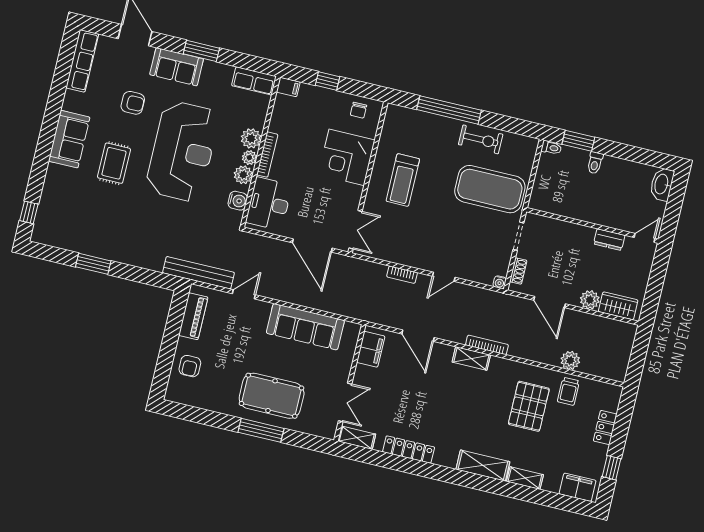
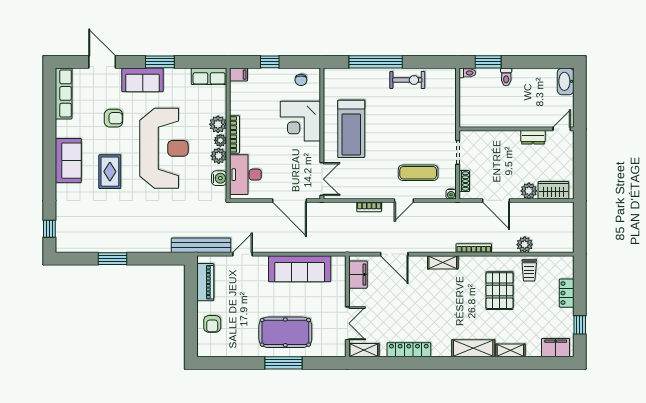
treadmill: (403, 180) -> (351, 129), width x1.37, depth x1.38
exercise mat: (490, 189) -> (418, 173), moved, width x0.50, depth x0.69
bookcase: (487, 345) -> (474, 248), moved

